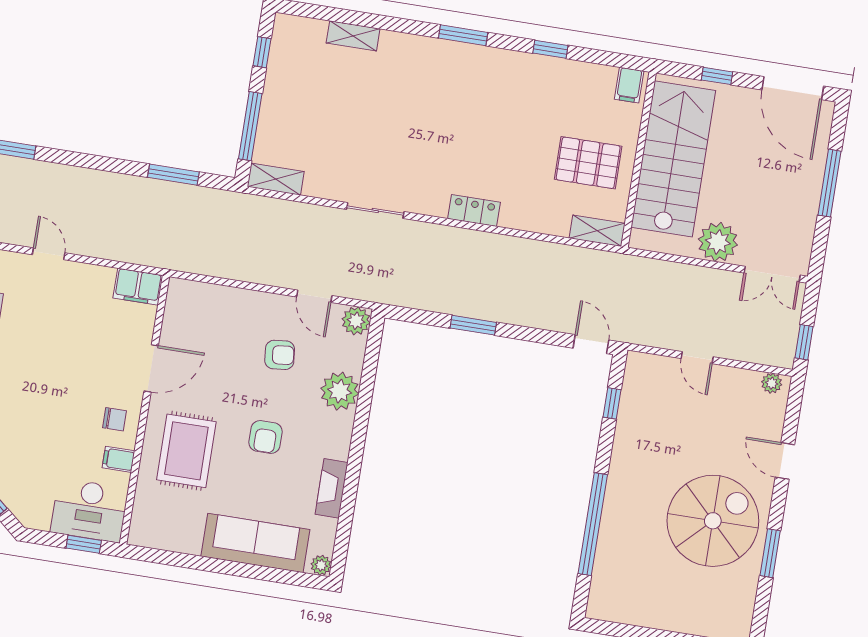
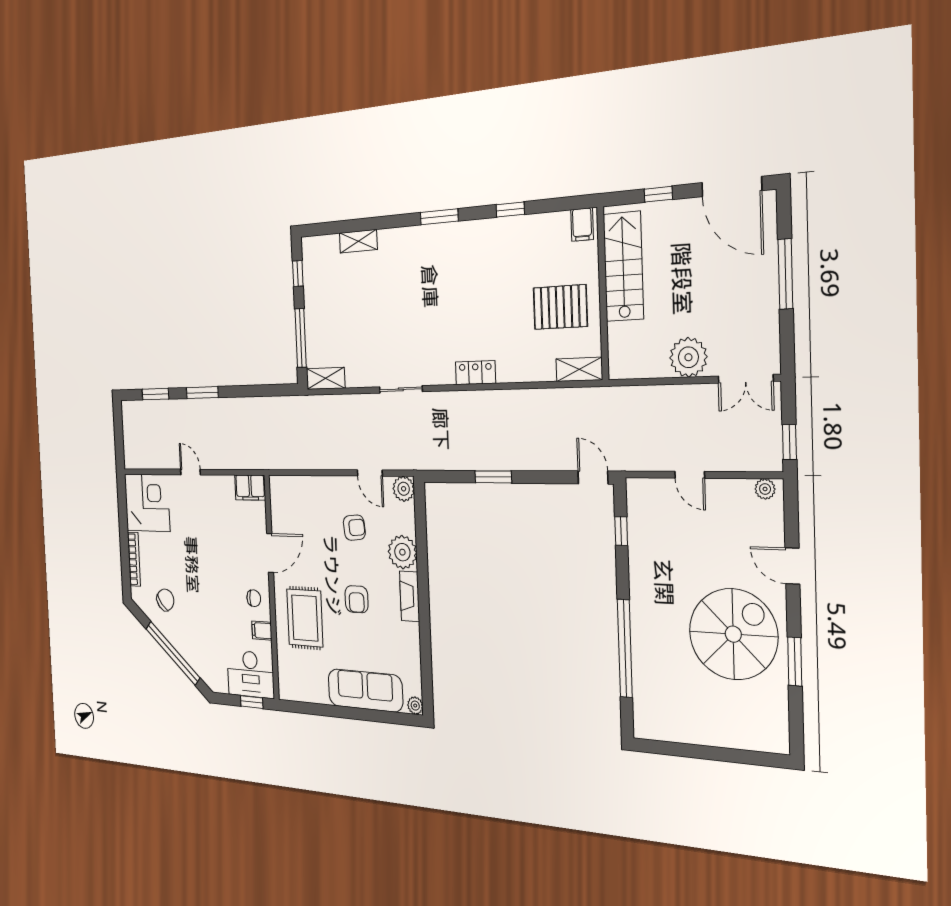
stairs: (673, 159) -> (623, 267), width x0.73, depth x0.66
window: (173, 175) -> (202, 393), moved
fireplace: (332, 488) -> (410, 596), moved

